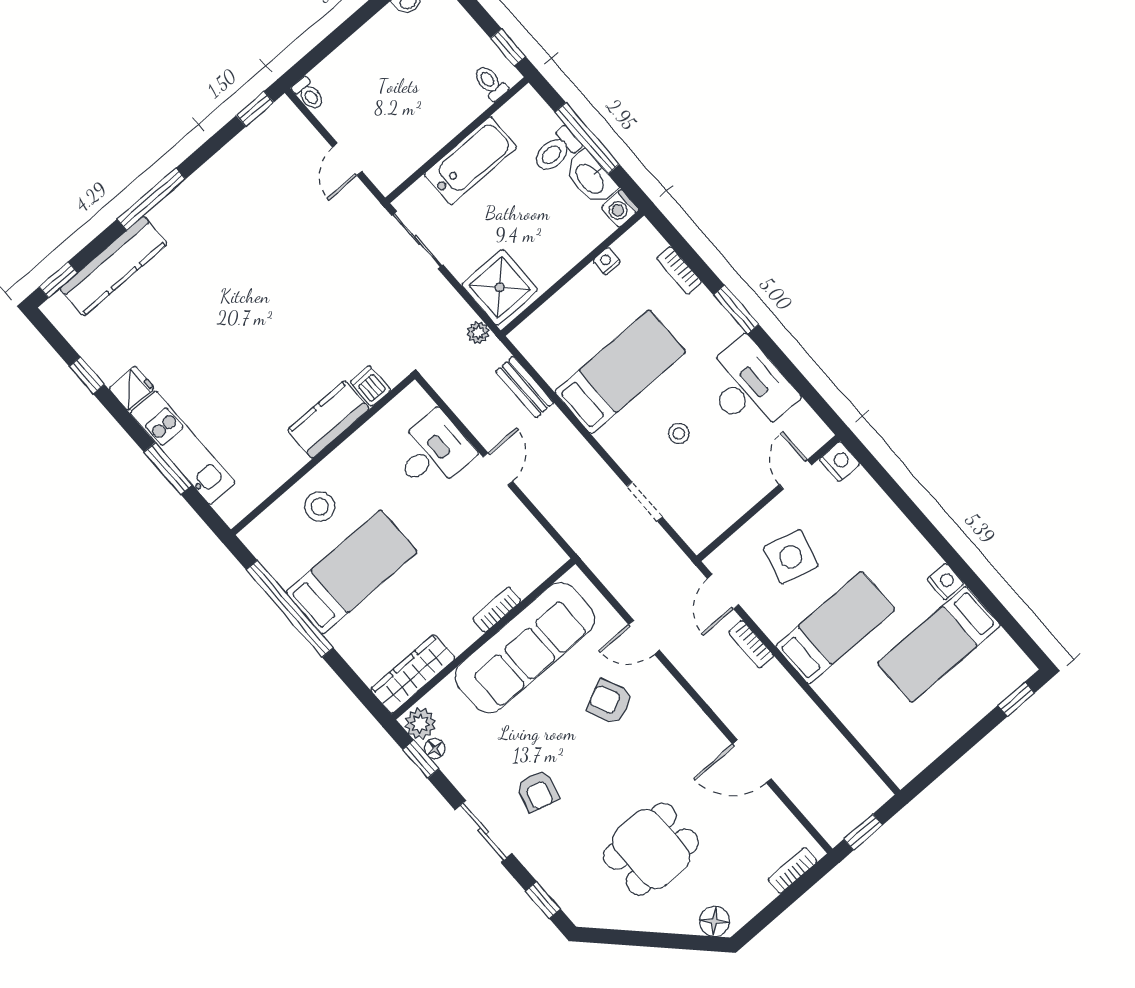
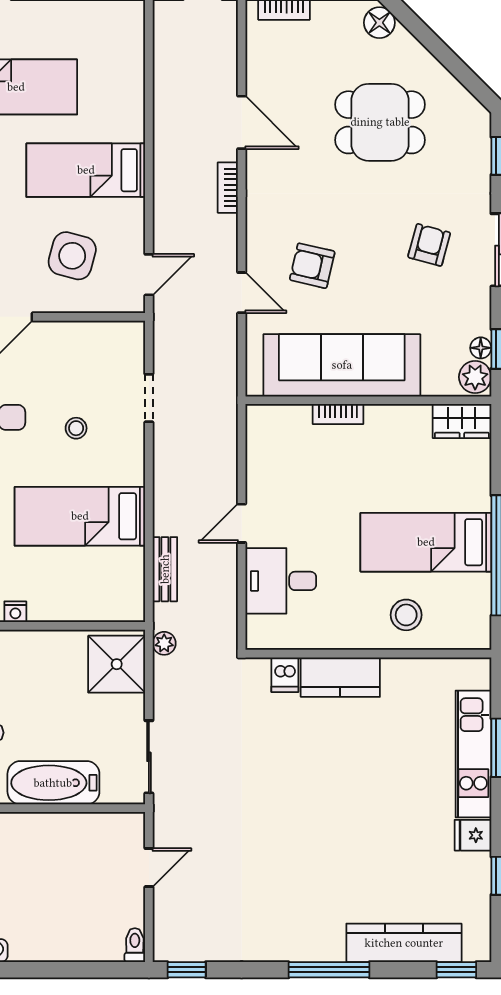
bookcase: (751, 644) -> (228, 188), moved, turned 180
wardrobe: (413, 674) -> (462, 421), width x0.67
armchair: (610, 702) -> (312, 266), turned 128

